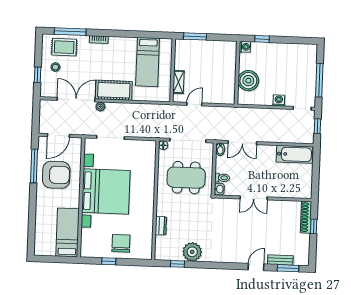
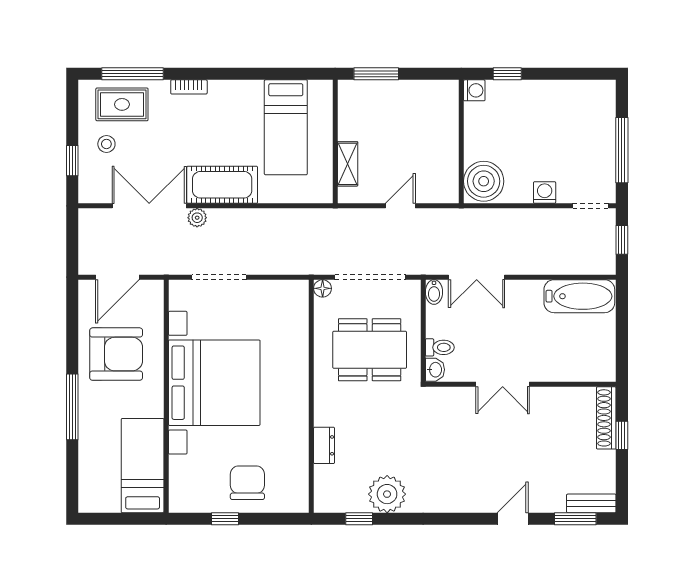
boiler: (248, 81) -> (484, 181), moved
door: (194, 104) -> (400, 206), moved
window: (34, 166) -> (72, 407), moved
bench: (280, 260) -> (591, 503), moved

